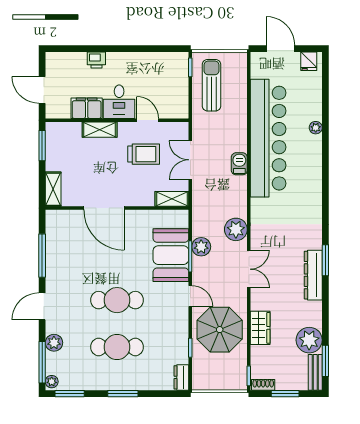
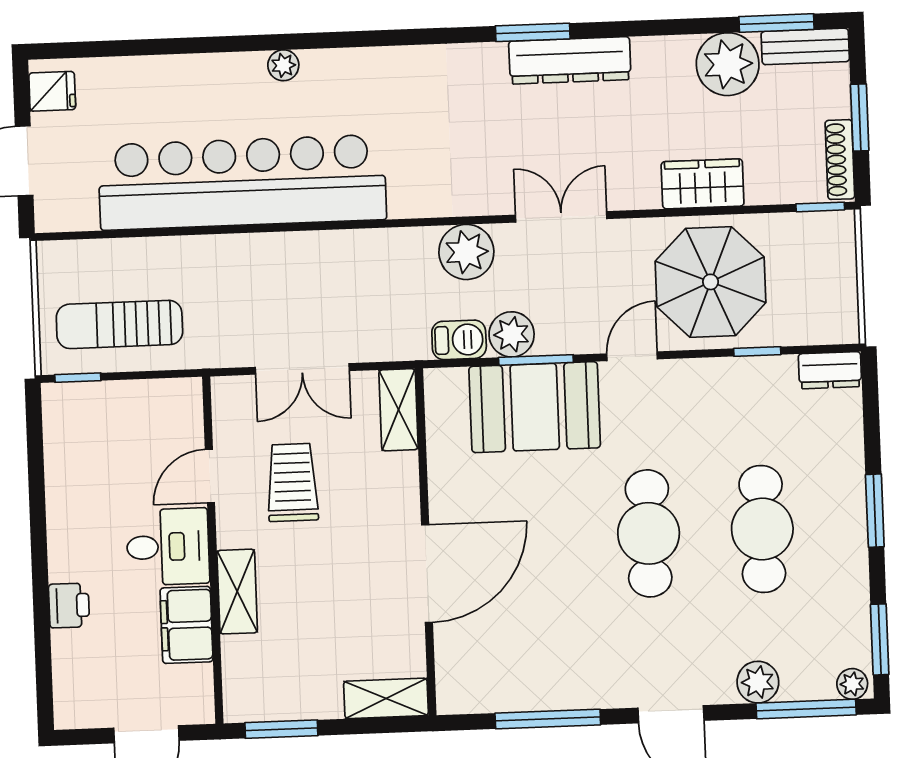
plant: (316, 128) -> (283, 65), moved
barbecue: (239, 164) -> (459, 340), moved, turned 180
shoe rack: (263, 385) -> (840, 160), width x1.43

